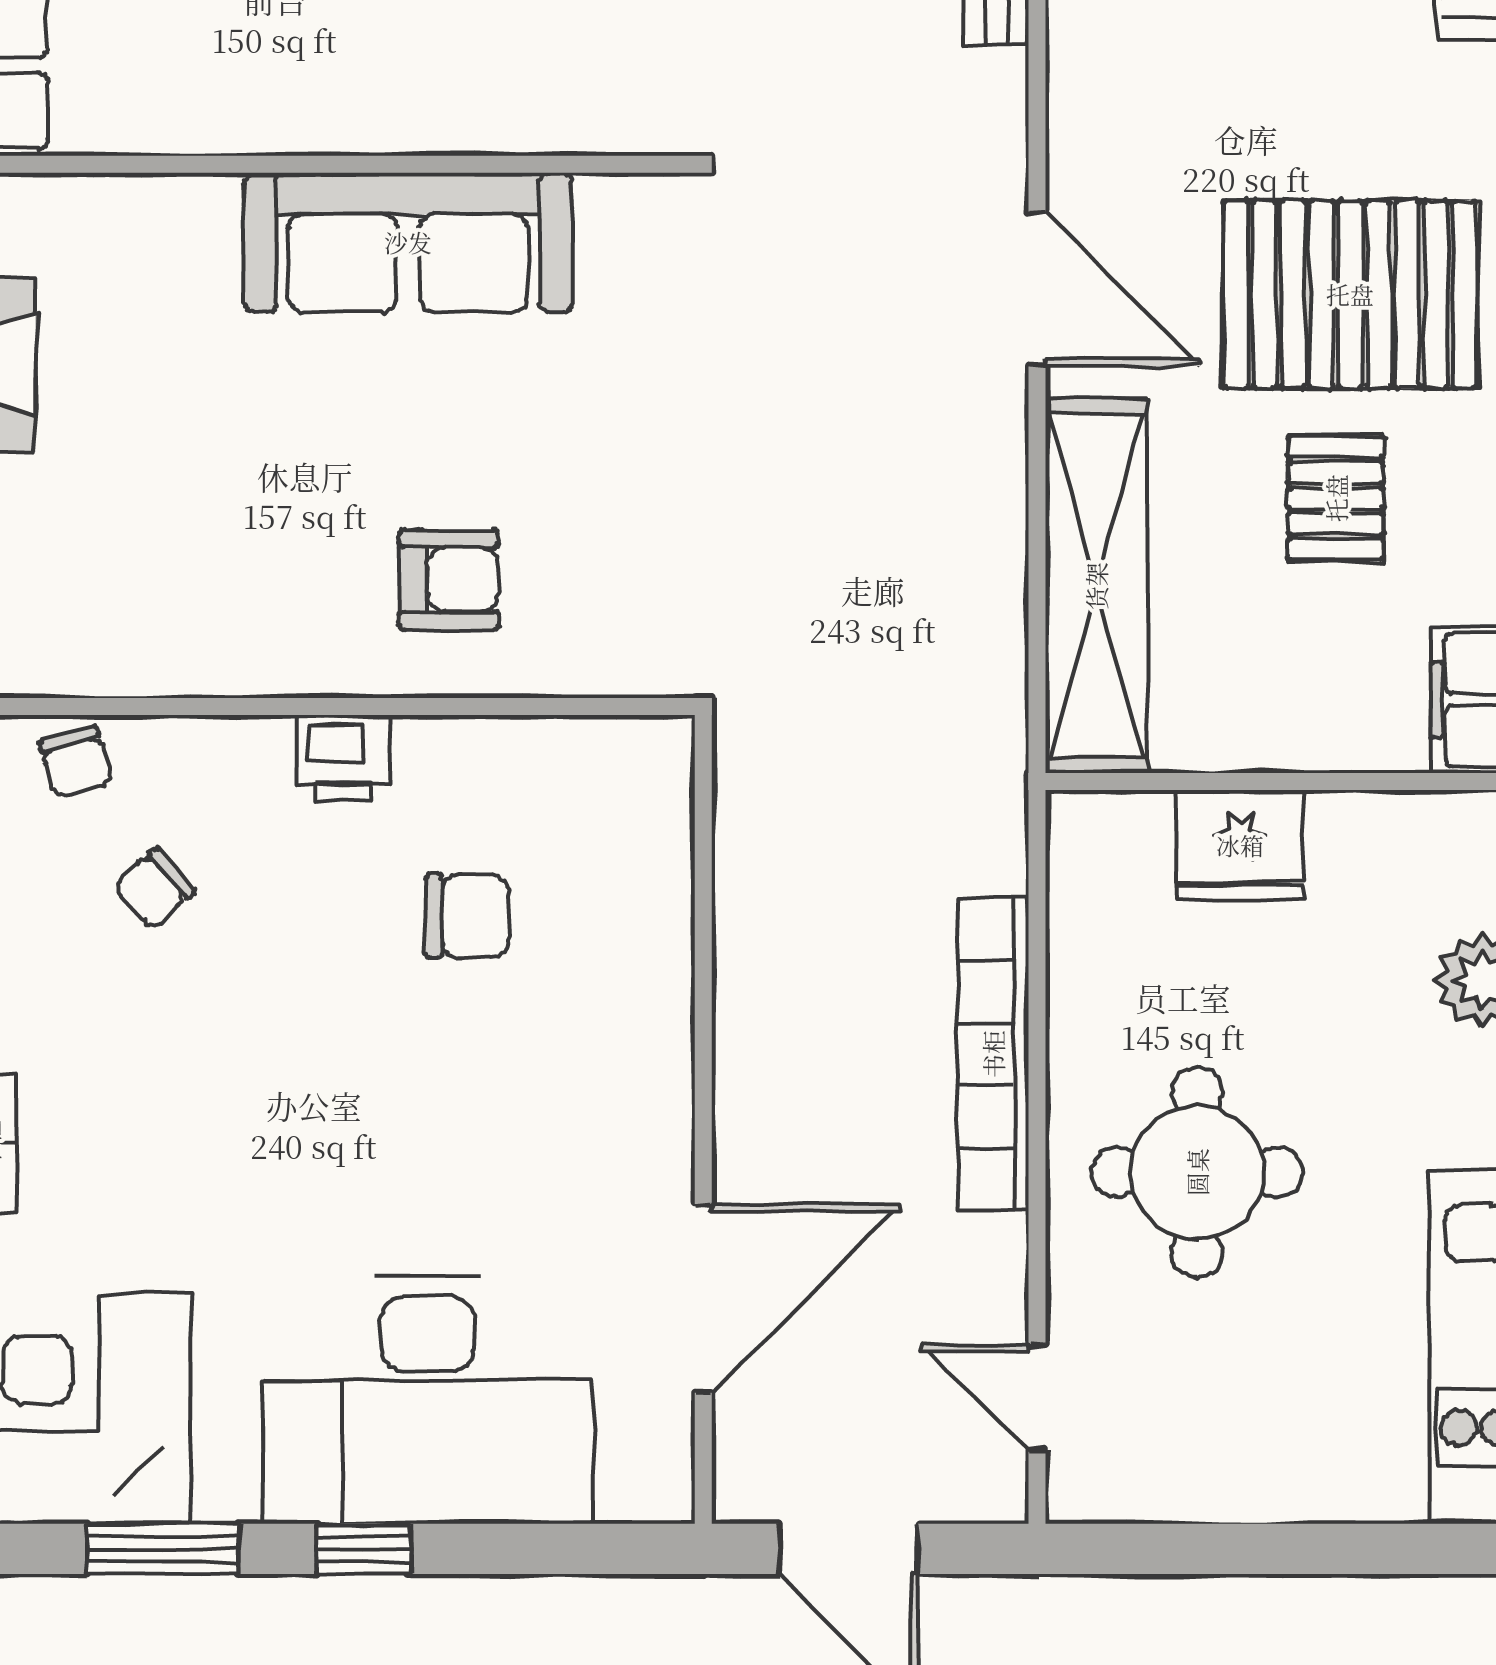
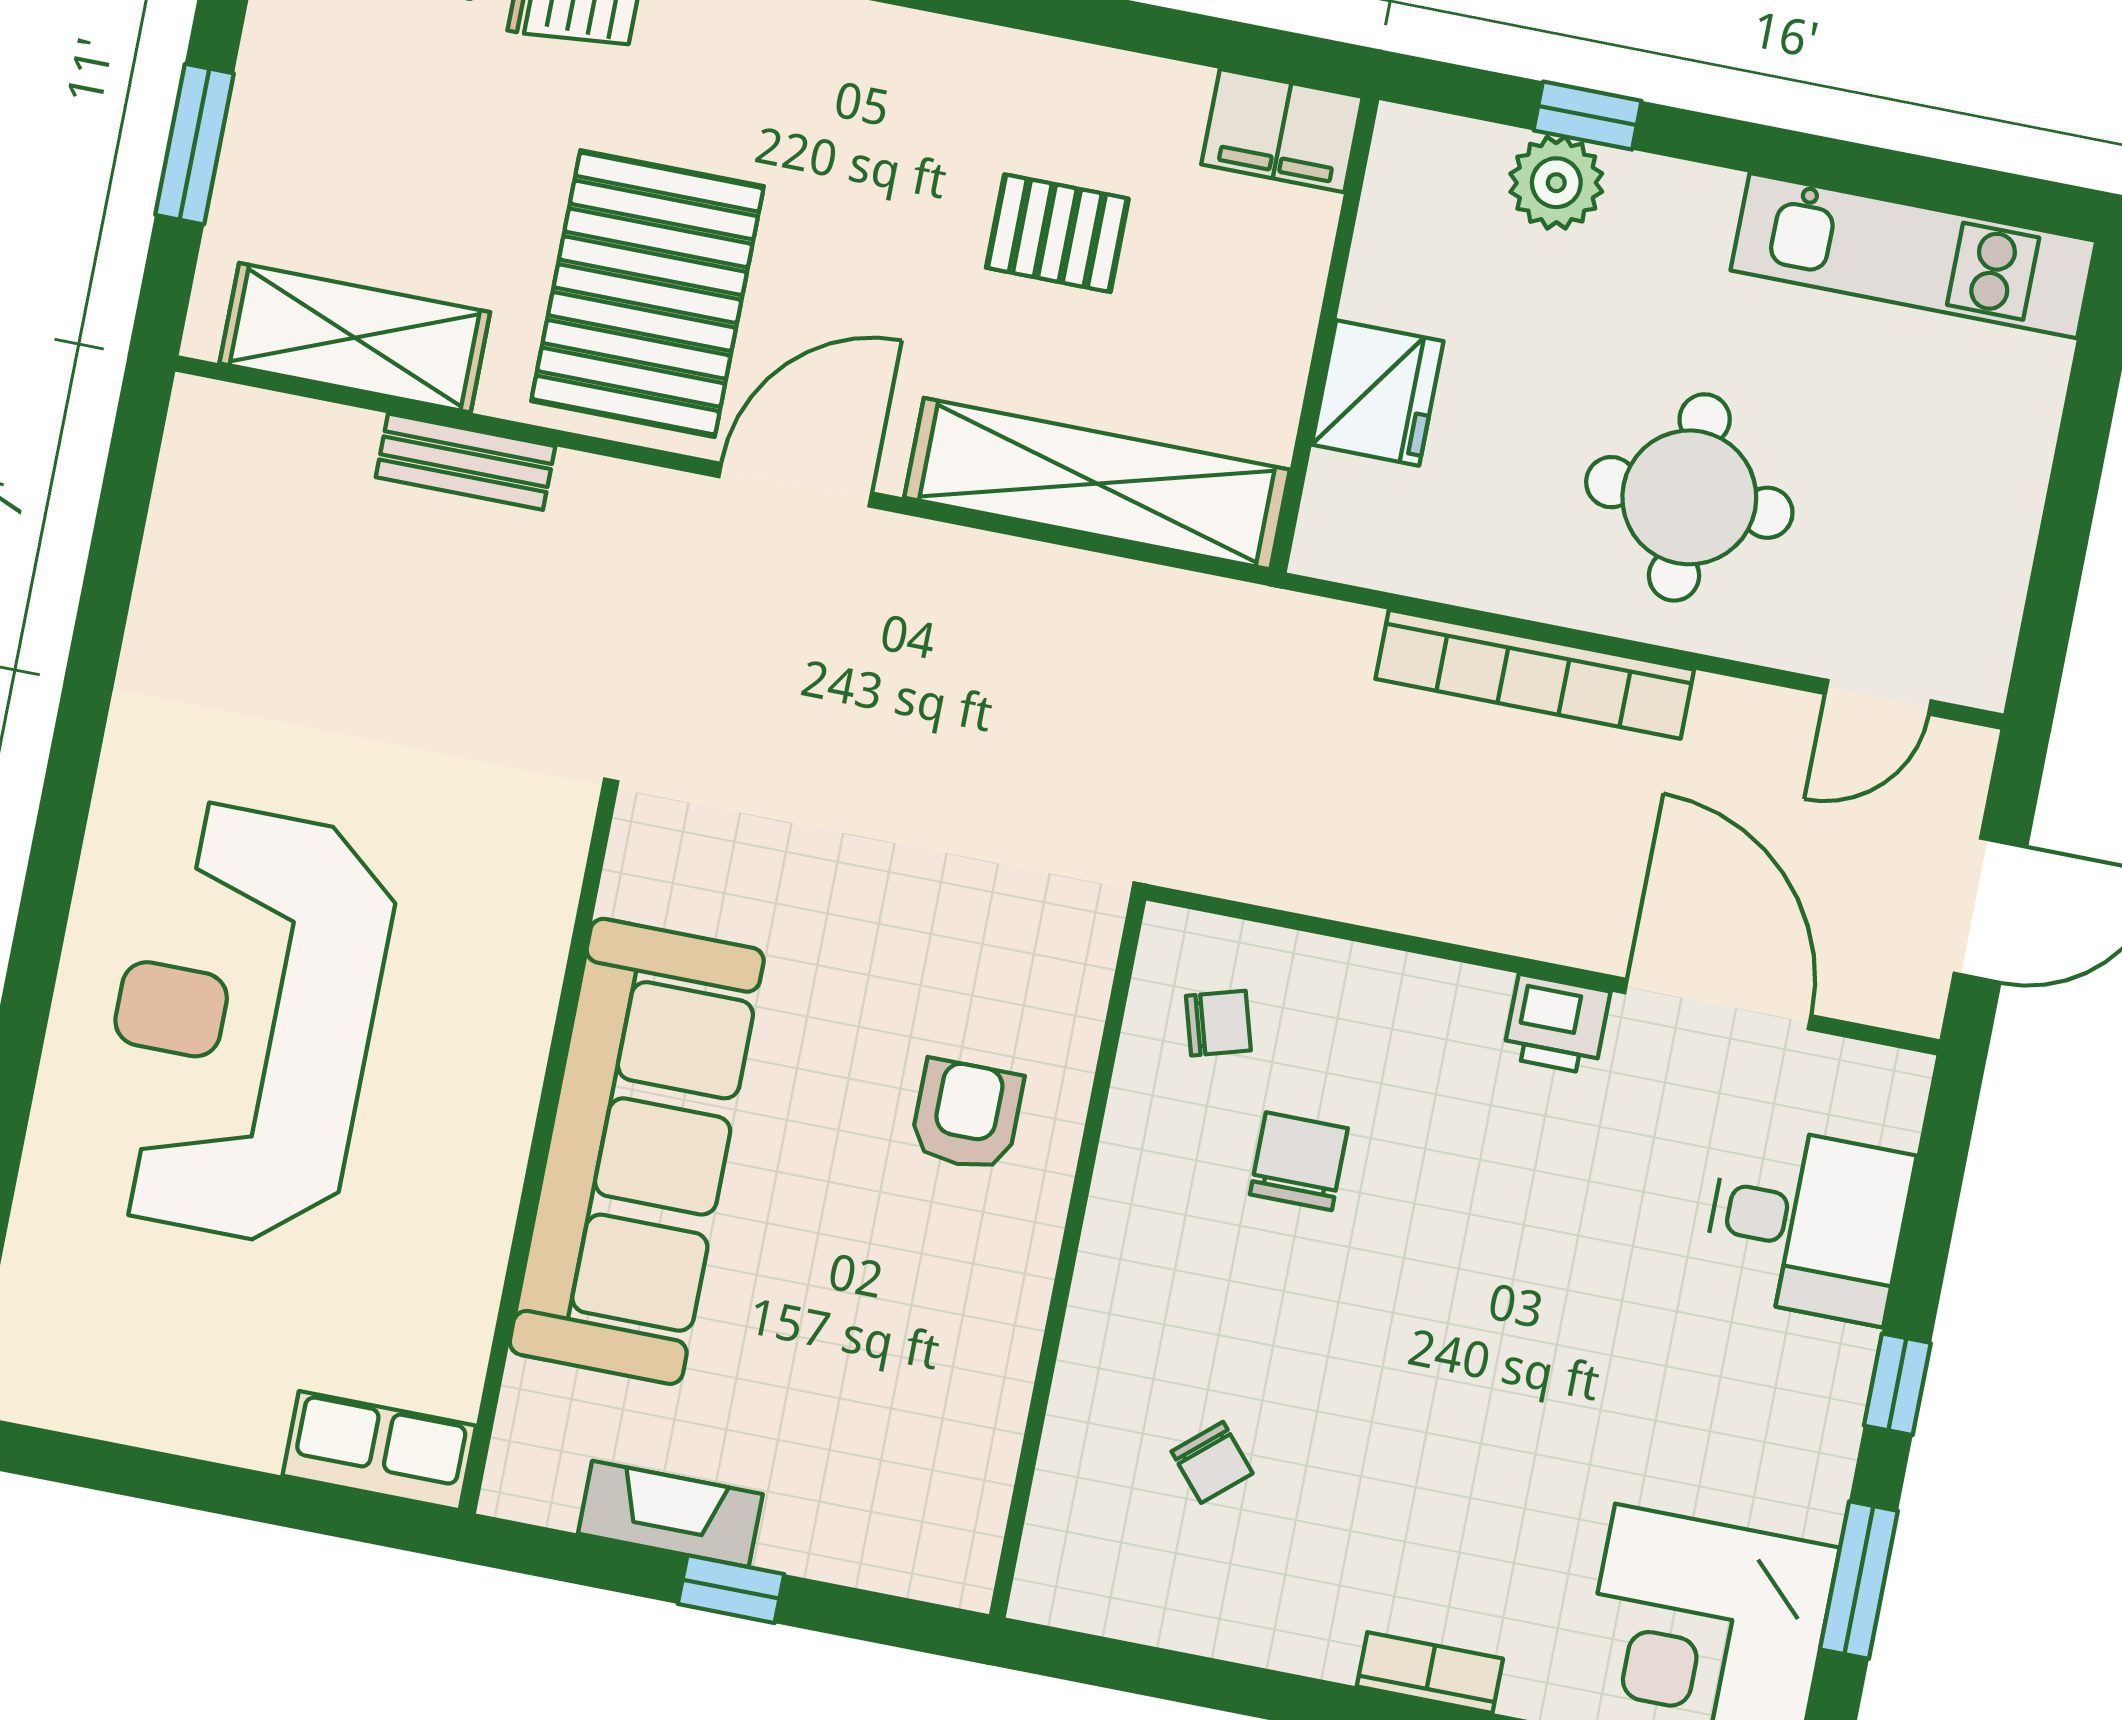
sofa: (408, 242) -> (637, 1151), width x1.36, depth x1.27
pallet: (1350, 294) -> (647, 294), moved
printer: (343, 758) -> (1557, 1024), moved, turned 90
chair: (76, 762) -> (1218, 1023), moved
desk: (428, 1400) -> (1807, 1223), width x0.53, depth x0.77

